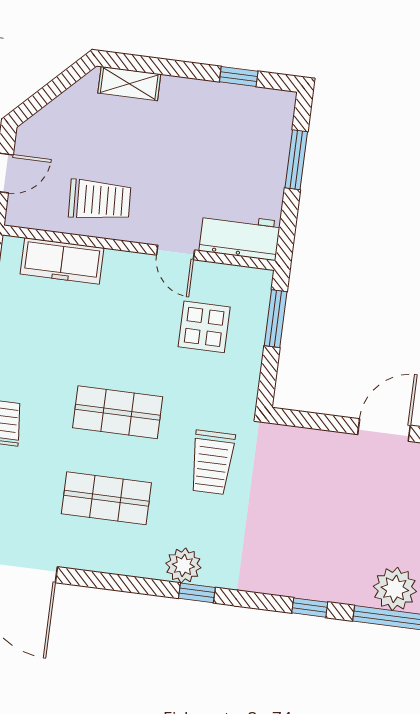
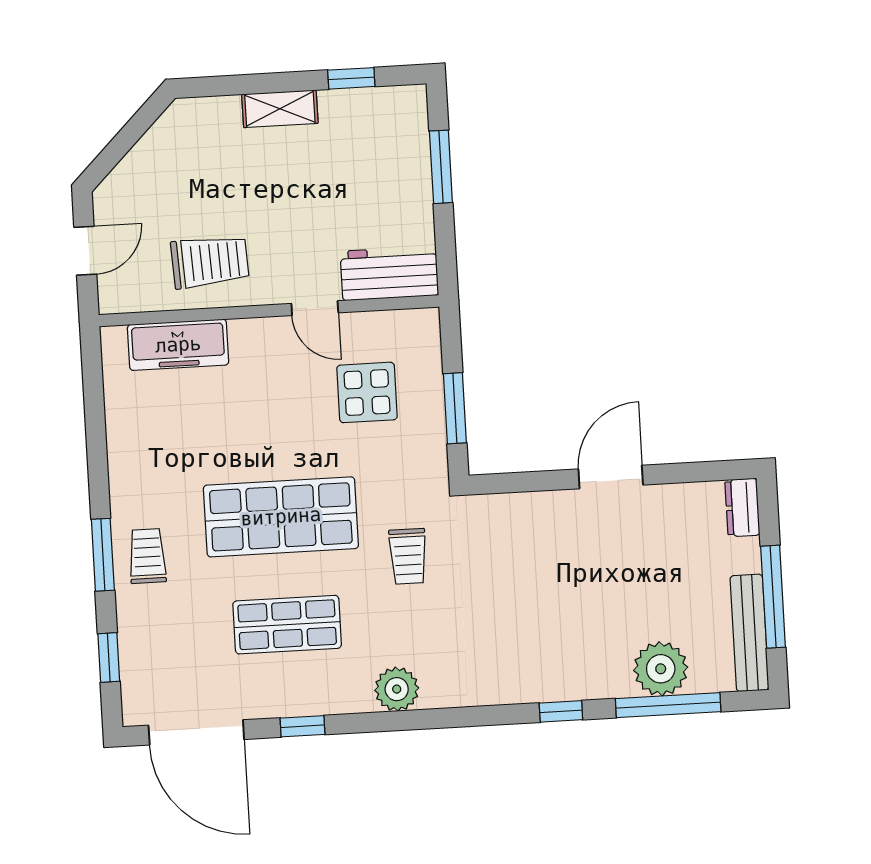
shelving: (129, 84) -> (280, 109), moved
window: (276, 319) -> (455, 408), moved
shop shelf: (118, 412) -> (281, 517), width x1.43, depth x1.36
trolley: (212, 462) -> (408, 556), width x0.73, depth x0.72
window: (197, 593) -> (302, 726), moved

